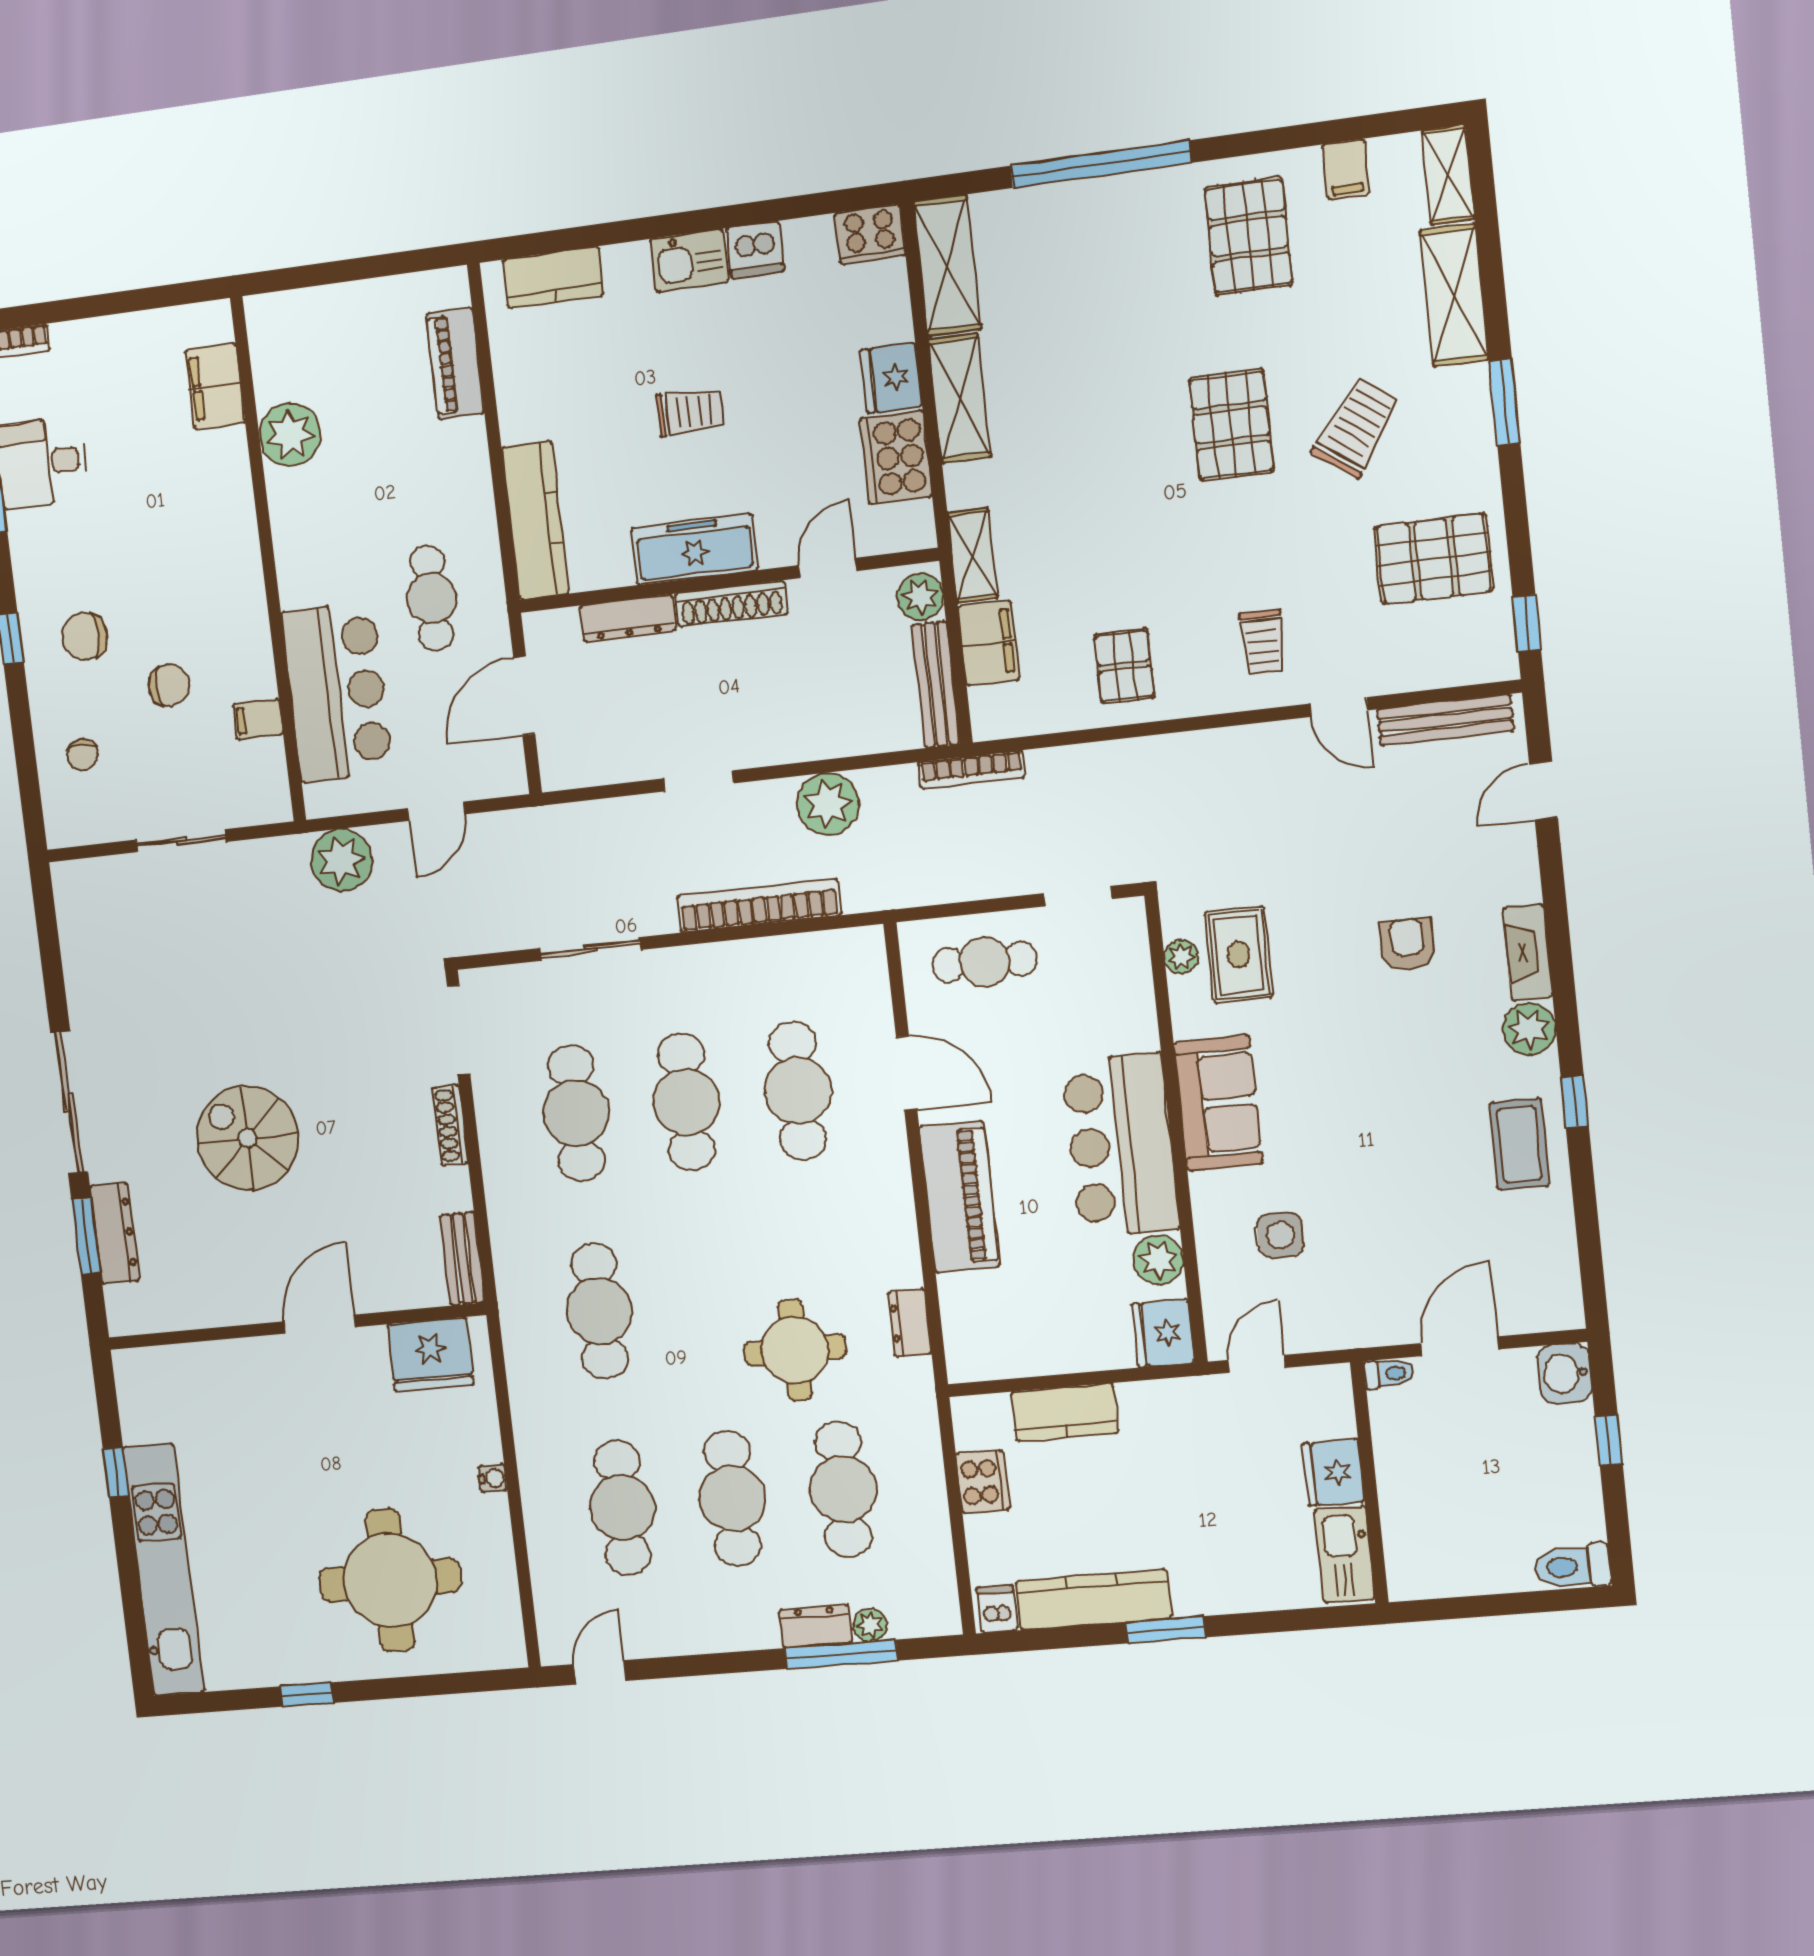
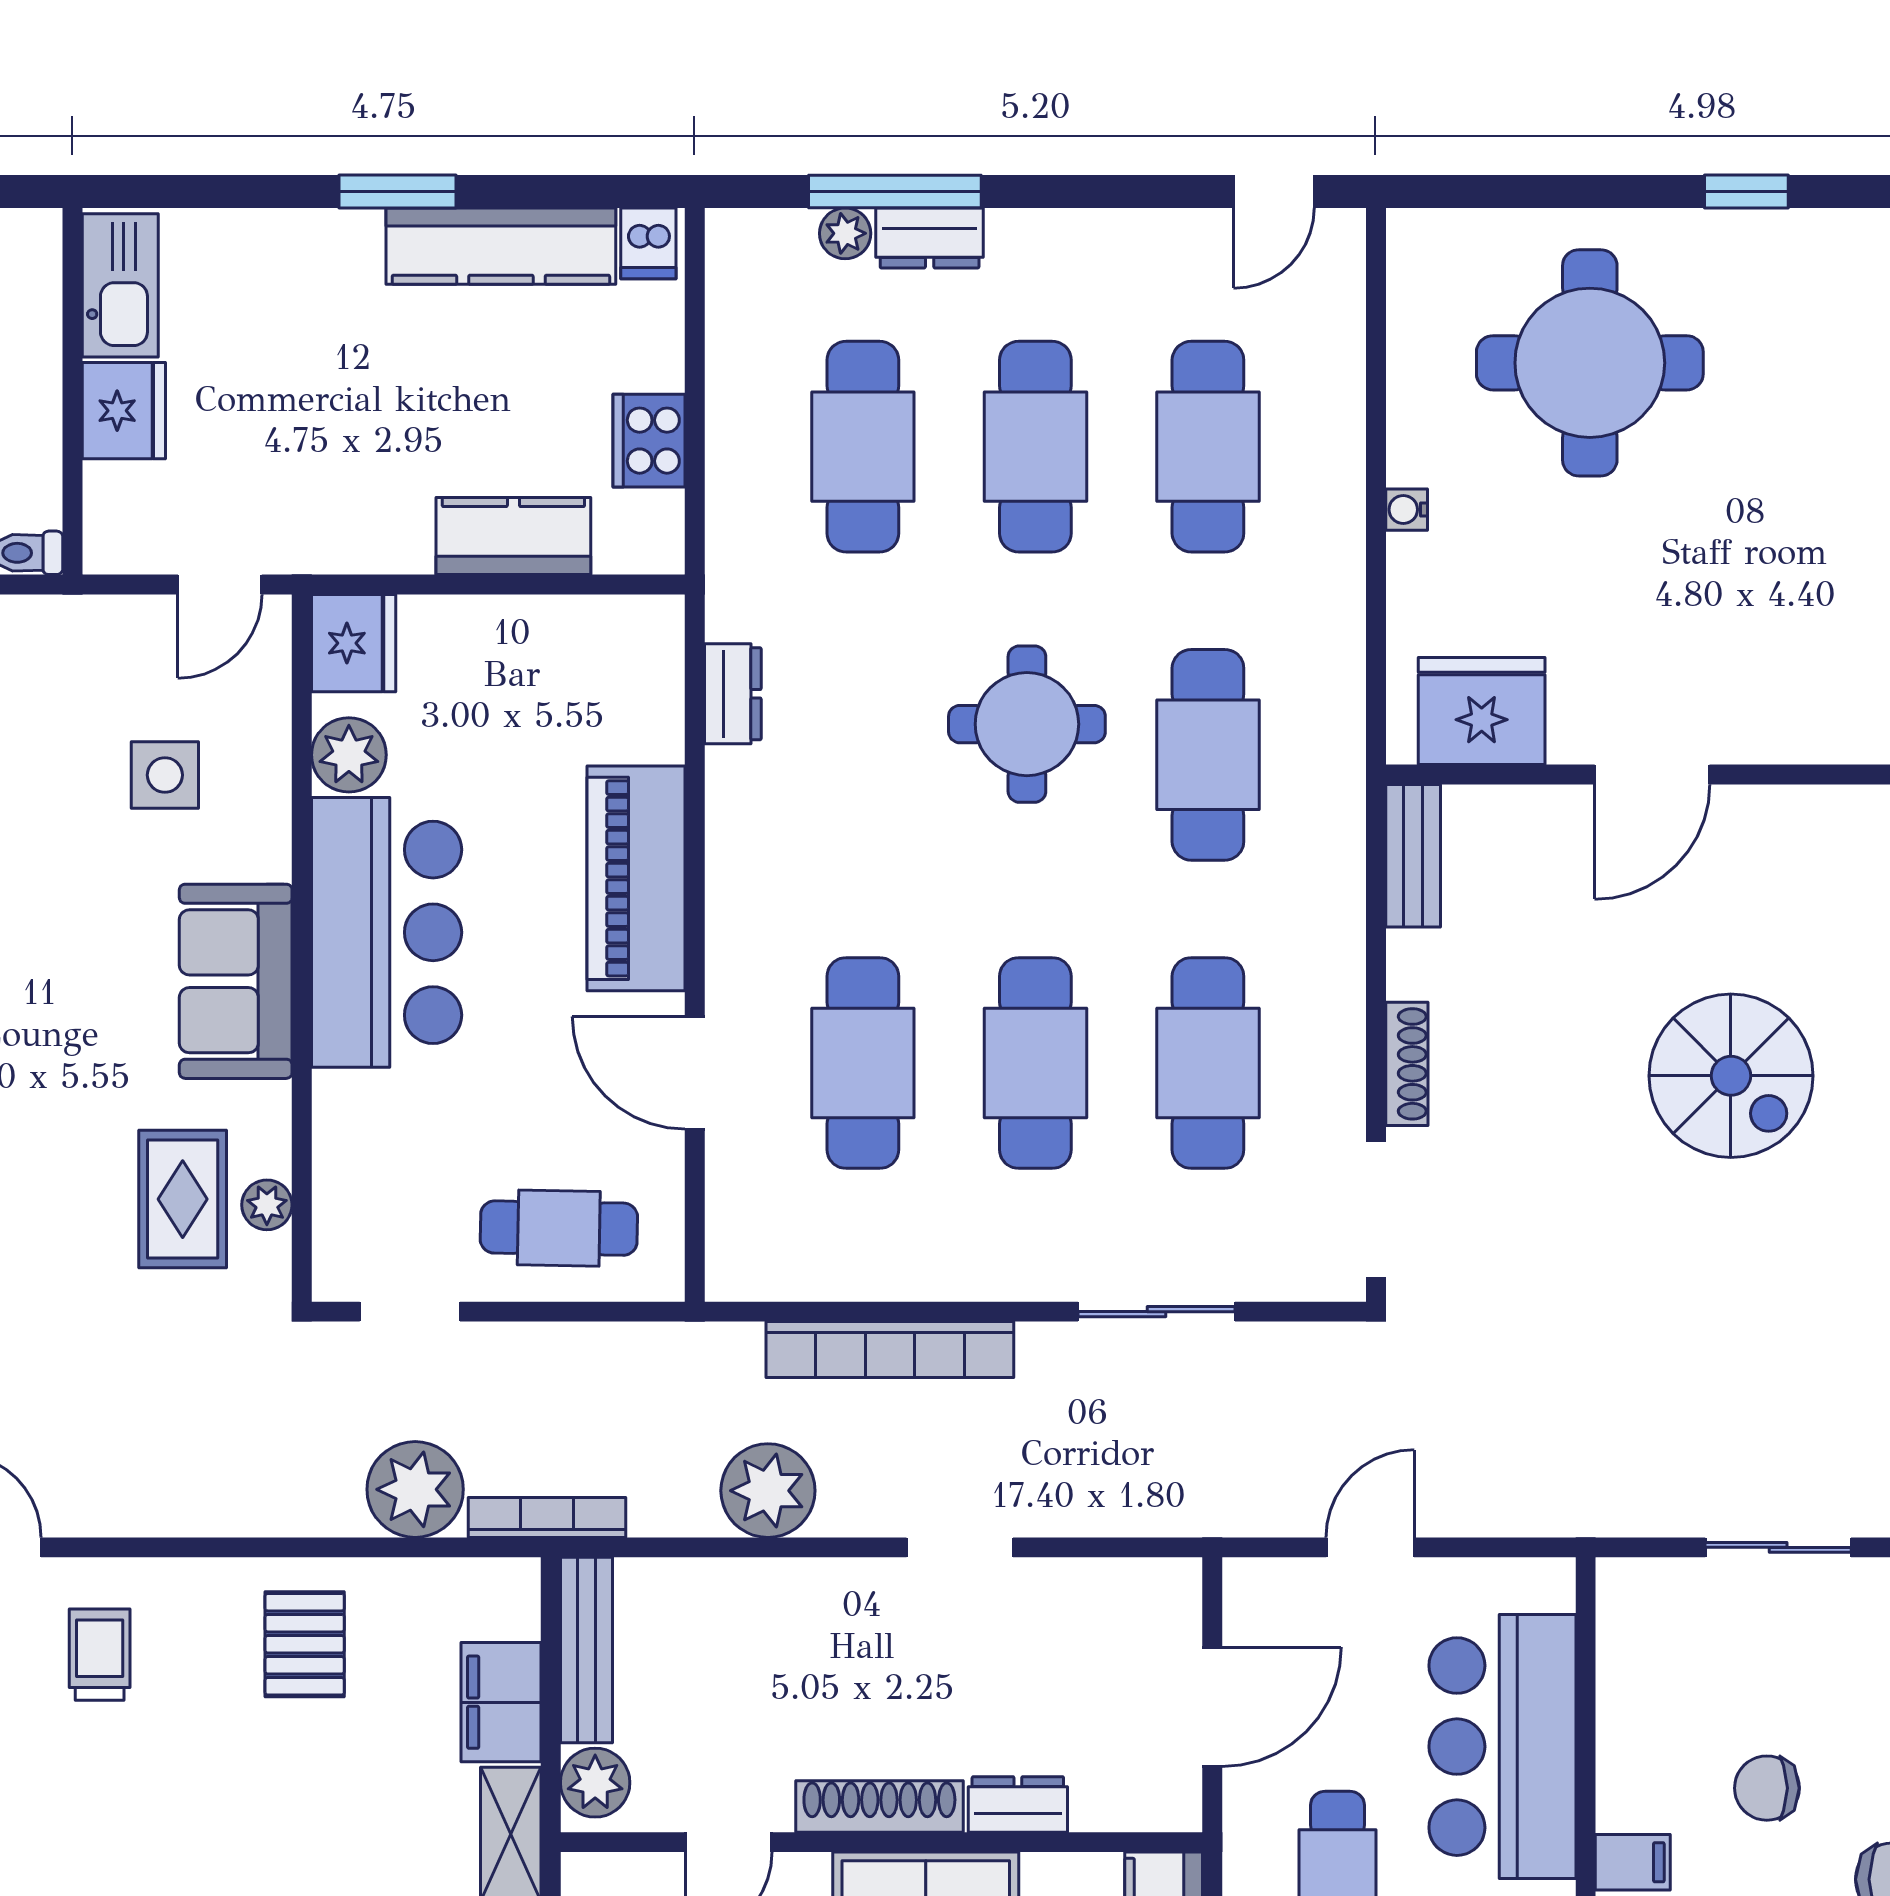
dresser: (628, 618) -> (1018, 1804), width x0.70
filing cabinet: (258, 719) -> (1633, 1862), moved
plant: (341, 860) -> (415, 1489), moved
round table: (795, 1350) -> (1027, 724), moved

